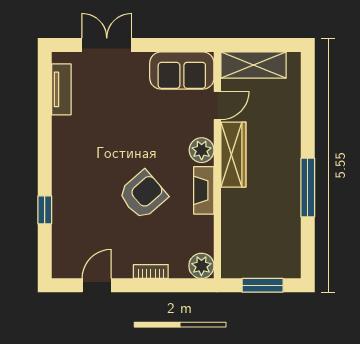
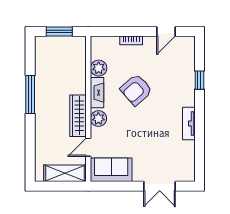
tv unit: (61, 89) -> (189, 124), moved
plant: (201, 266) -> (99, 68), moved

